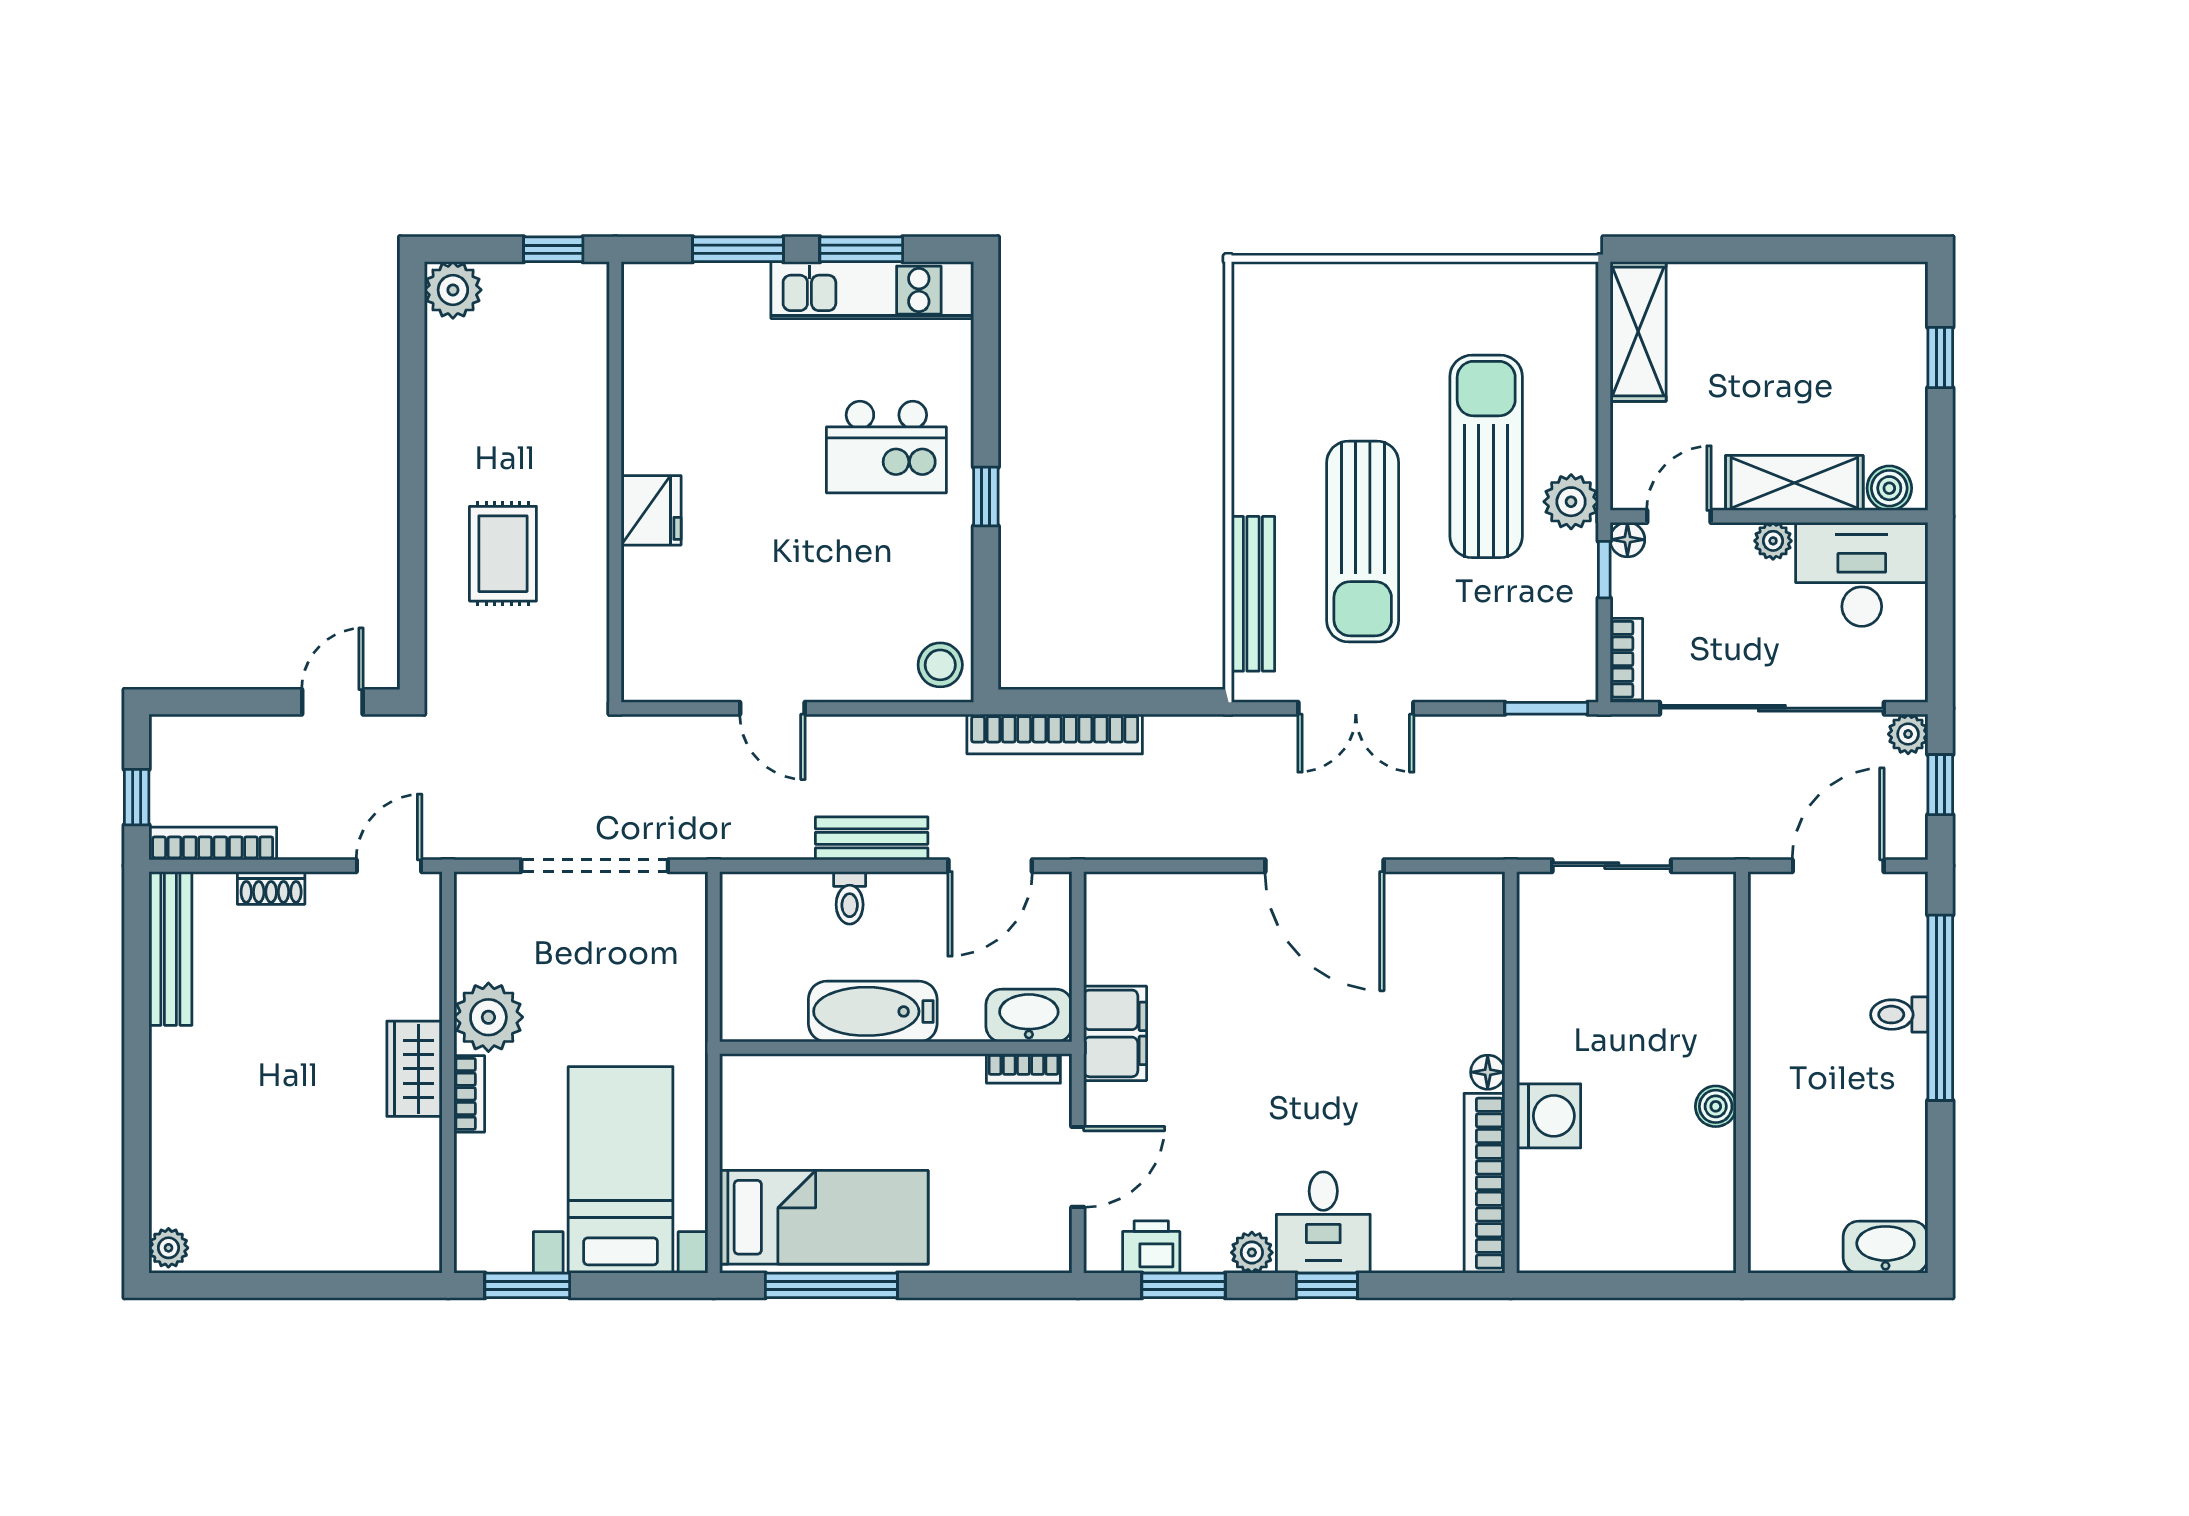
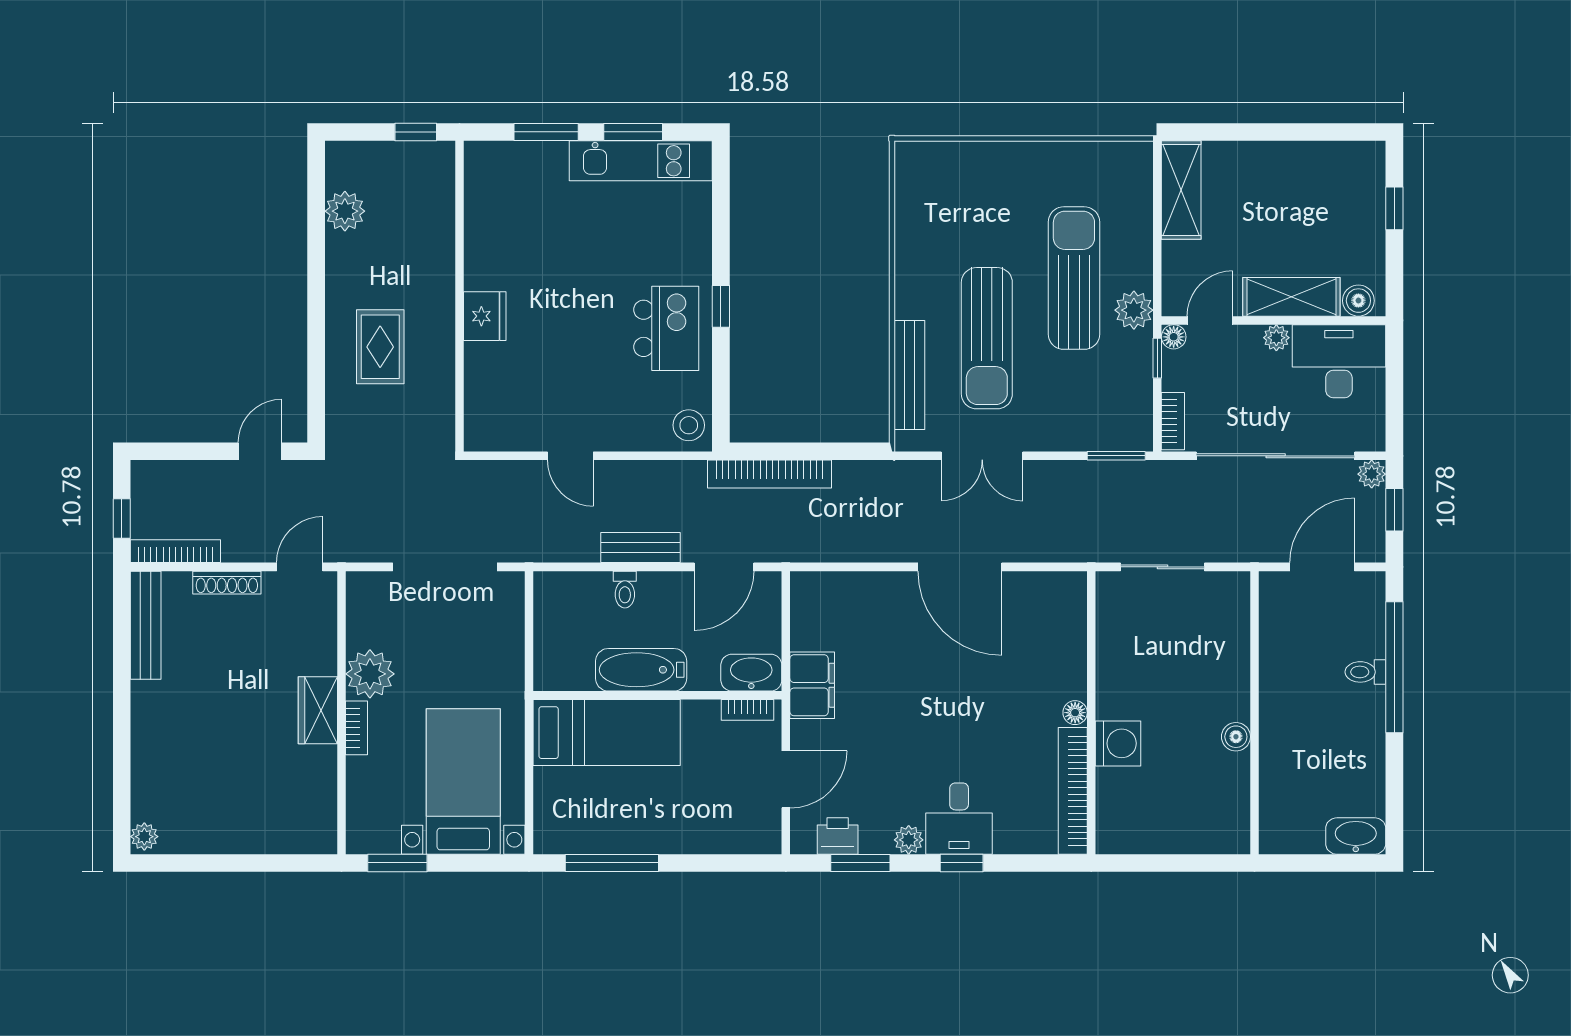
plant: (453, 290) -> (345, 211), moved
kitchen island: (886, 447) -> (666, 328), moved, turned -90
shoe rack: (271, 888) -> (227, 583), width x1.43
bed: (824, 1217) -> (607, 733), moved

